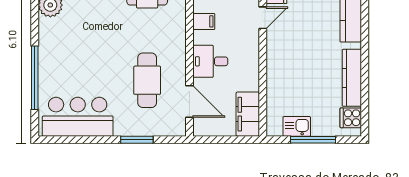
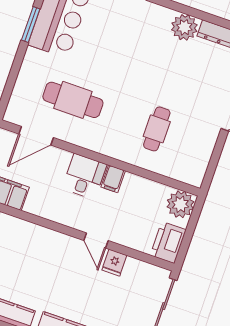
desk: (210, 61) -> (84, 176), moved
window: (137, 140) -> (31, 24), moved

